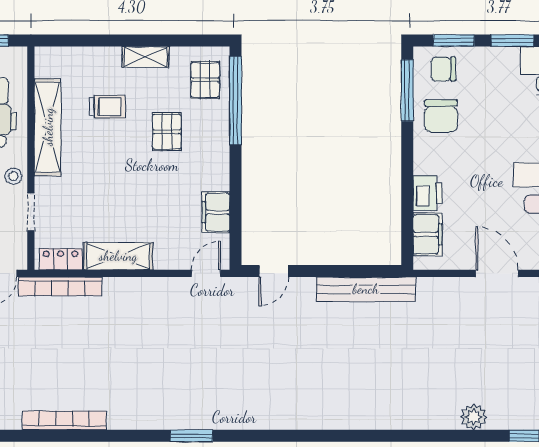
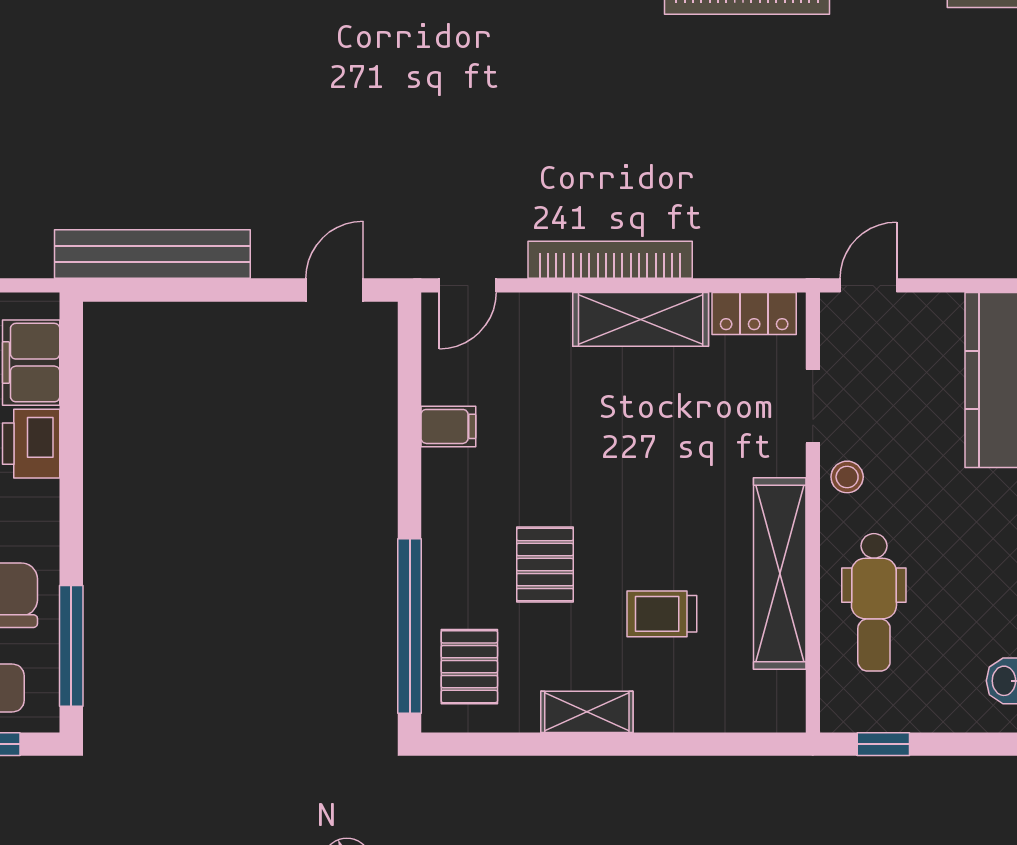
filing cabinet: (216, 212) -> (448, 426), width x0.50
bookcase: (60, 286) -> (610, 260), moved

